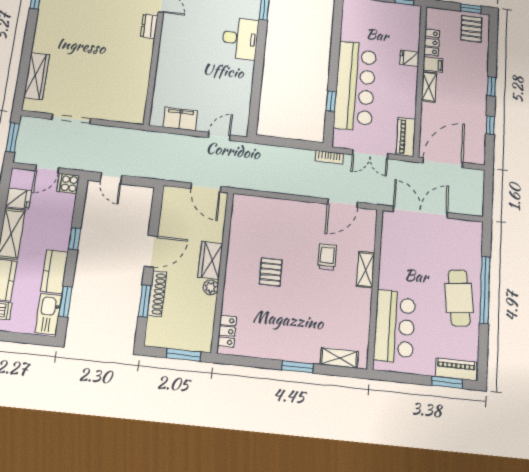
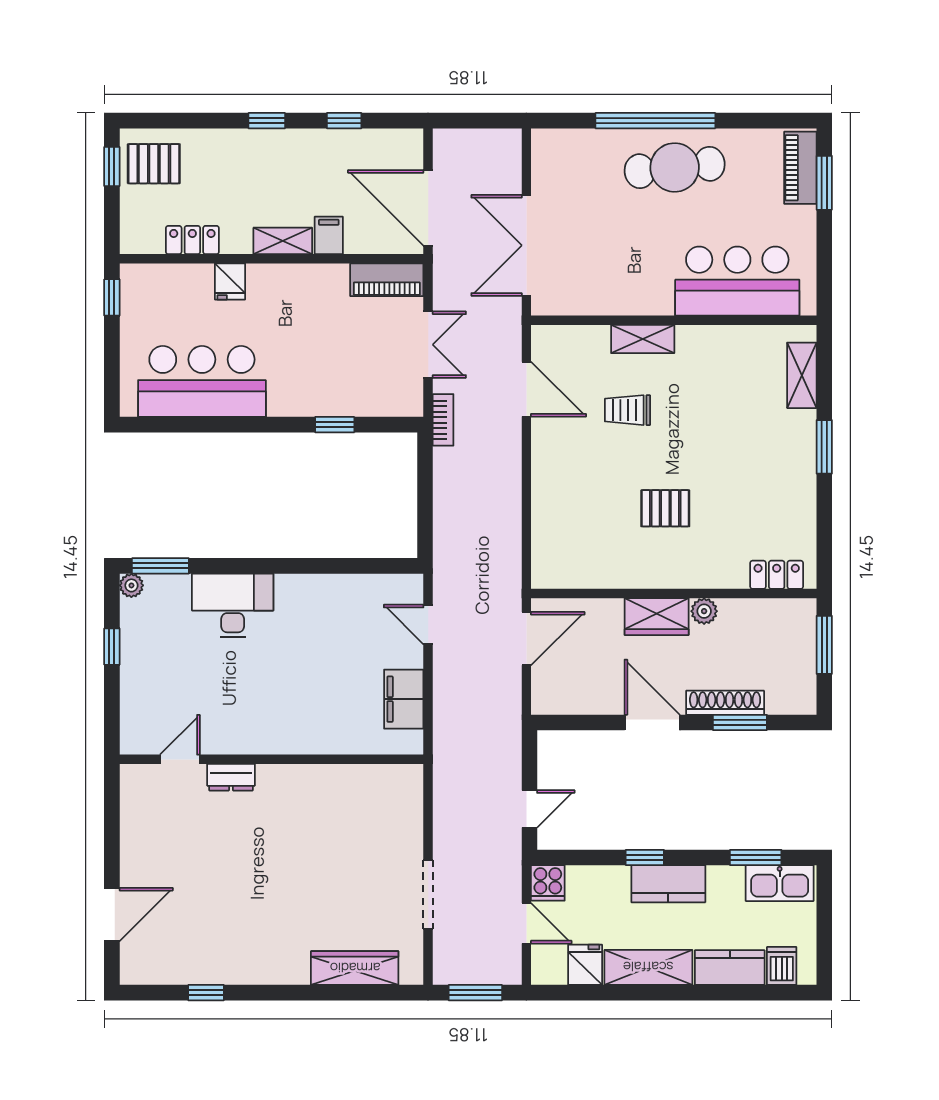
filing cabinet: (433, 65) -> (329, 235), moved
bar counter: (355, 86) -> (202, 381), moved, width x0.73
kitchen counter: (54, 272) -> (668, 884), moved

